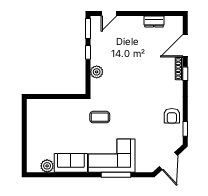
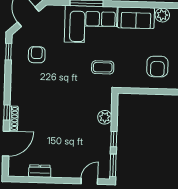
armchair: (172, 116) -> (37, 55), moved
armchair: (50, 119) -> (157, 67), added

